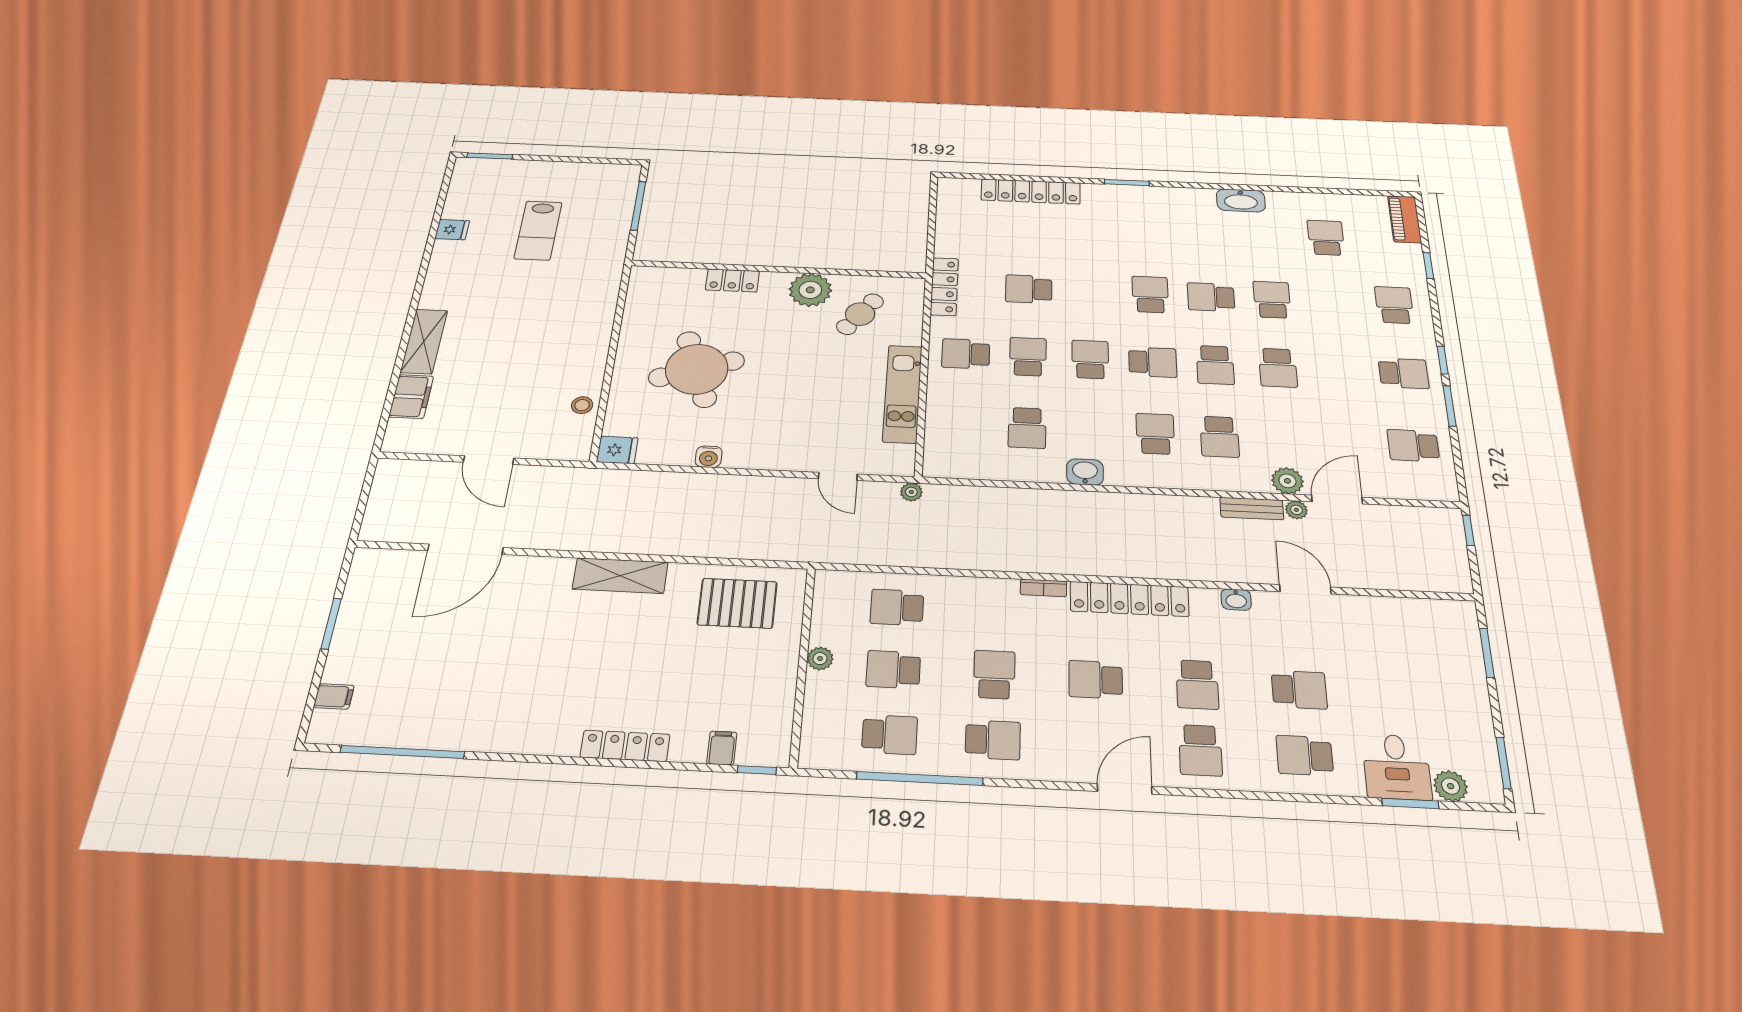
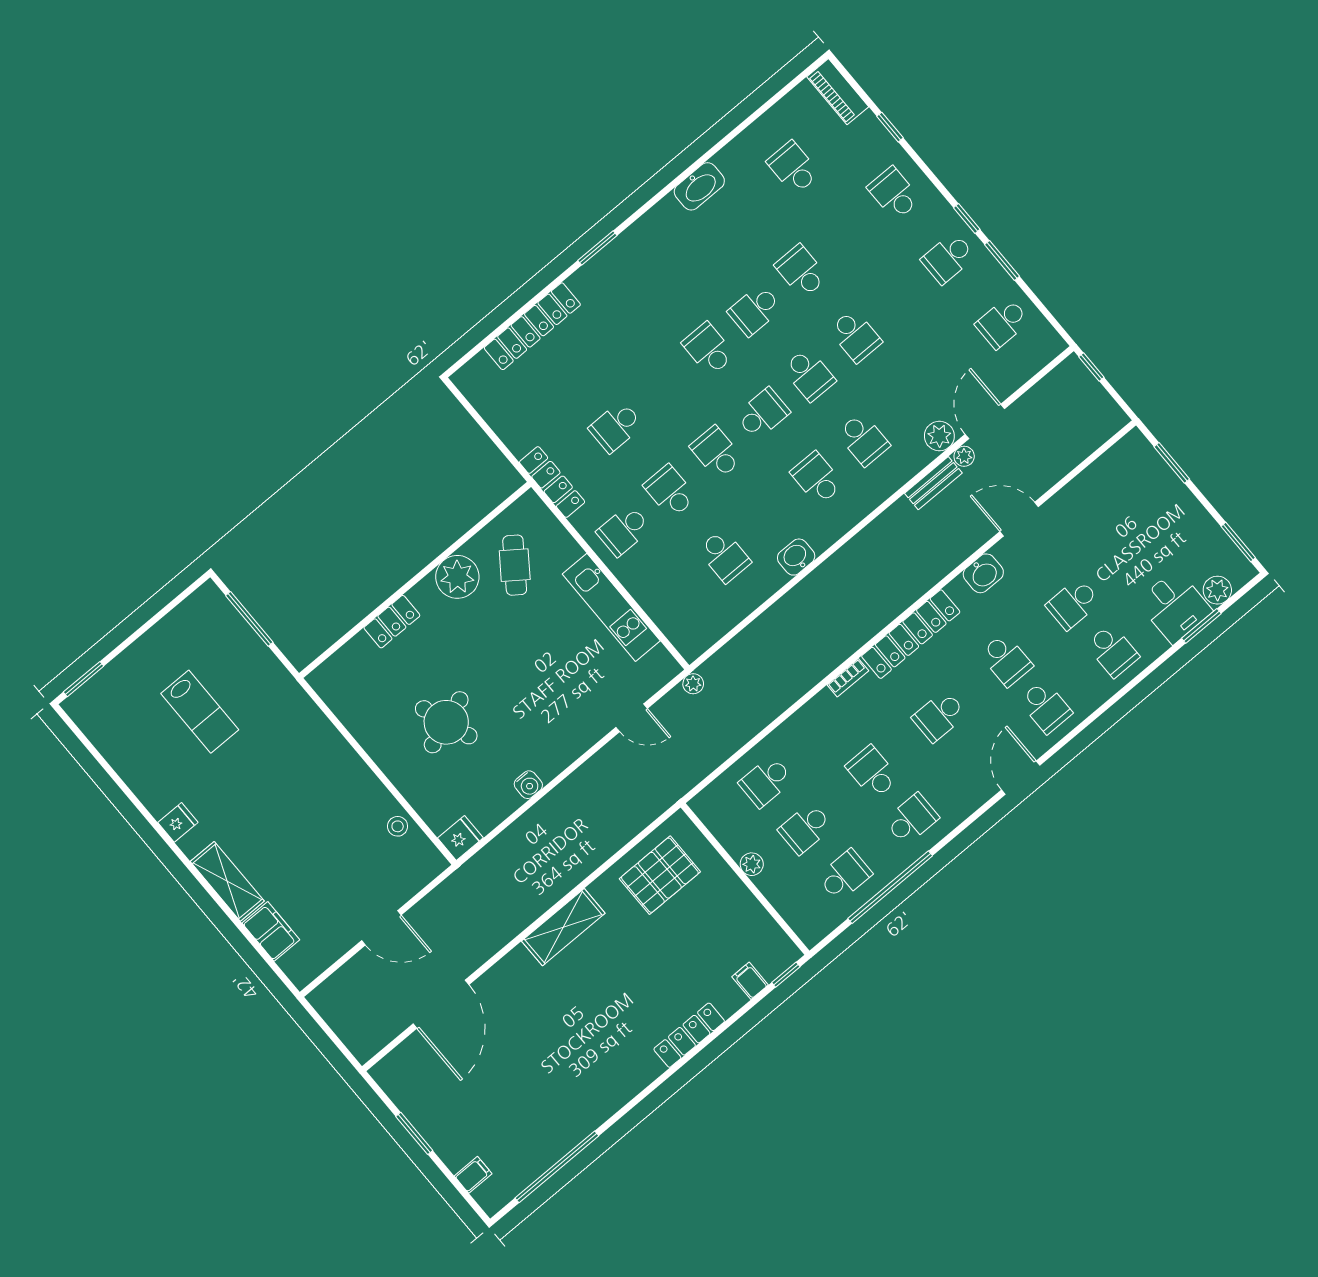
fridge: (452, 230) -> (178, 822), moved
round table: (697, 369) -> (446, 722), width x0.73, depth x0.73
school desk: (1403, 373) -> (948, 258), turned 180
washbasin: (1236, 600) -> (983, 573), width x1.38, depth x1.45
school desk: (1299, 690) -> (1073, 604), turned 180
school desk: (1305, 756) -> (1113, 651), turned -90

